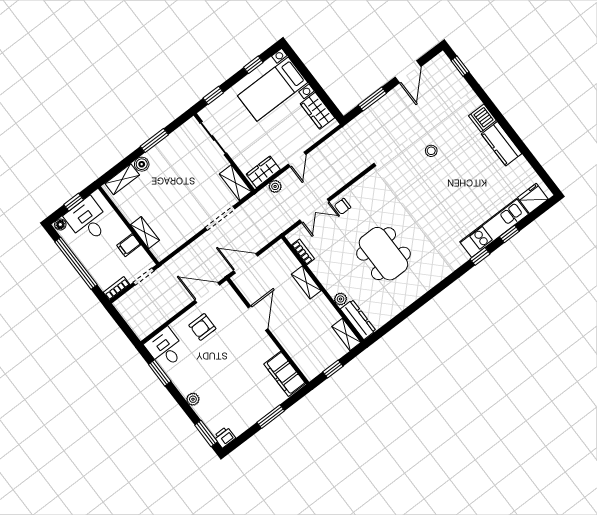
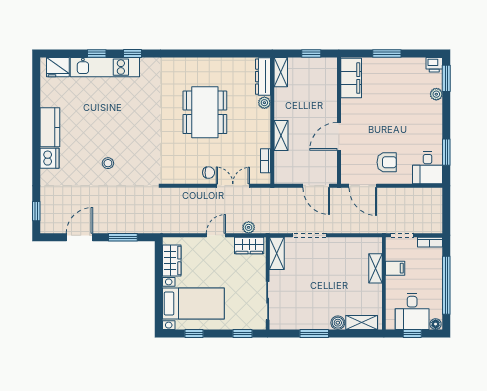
plant: (193, 399) -> (436, 94), moved

